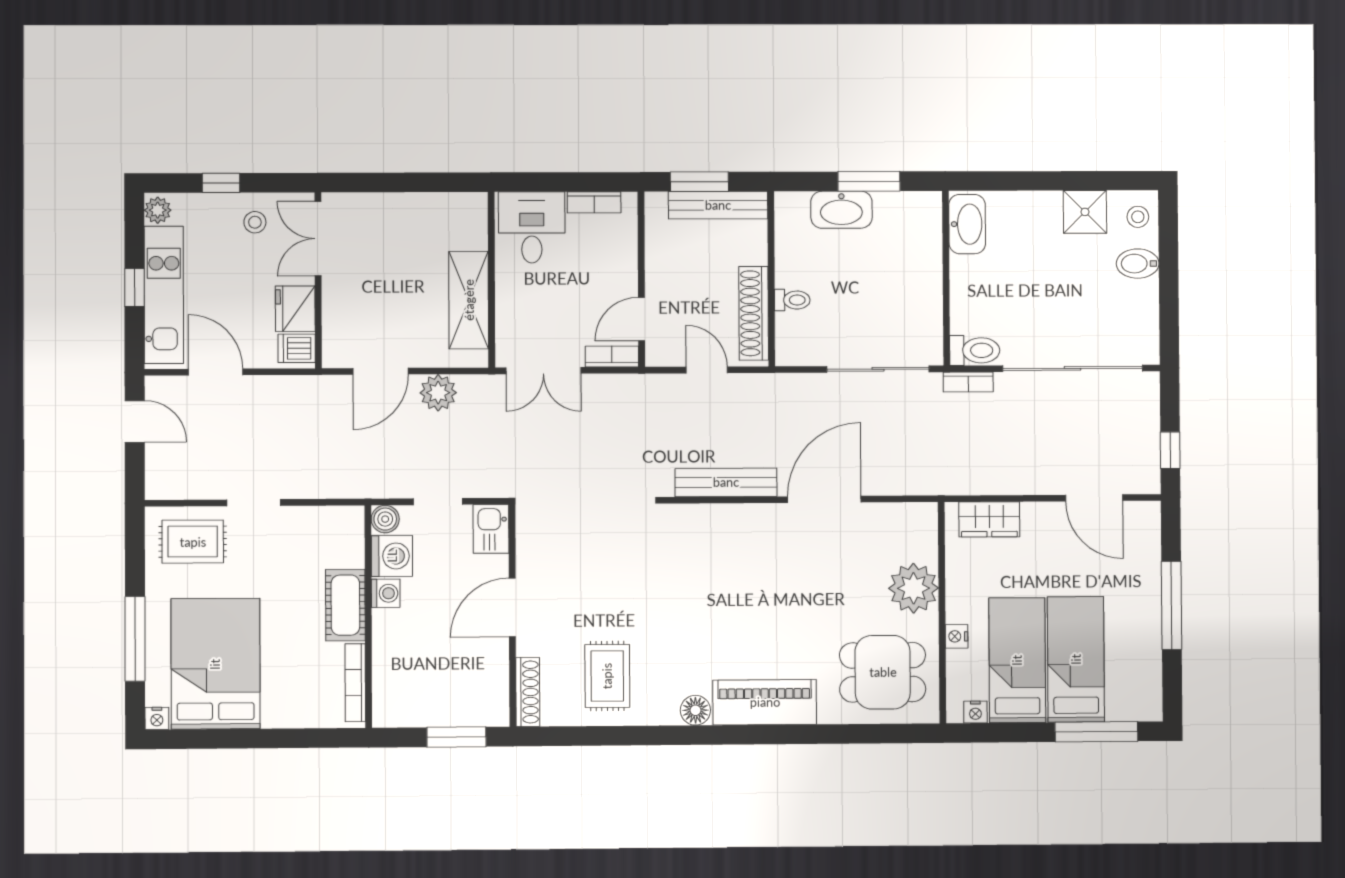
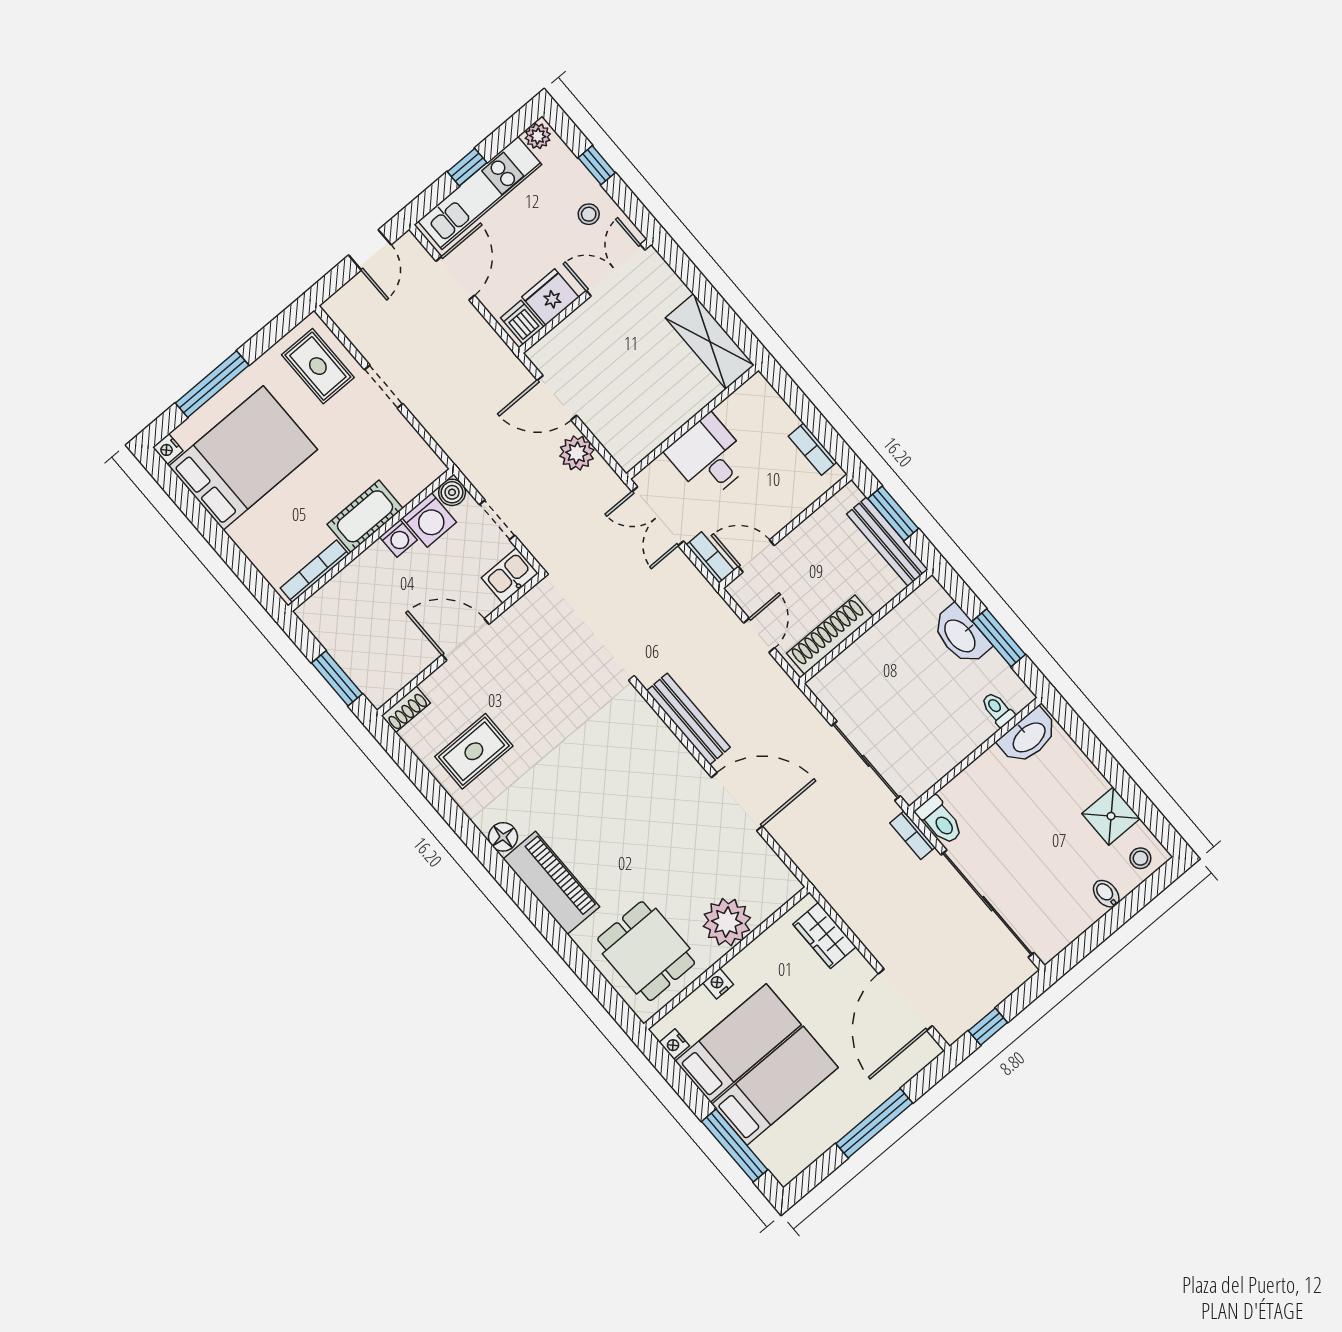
desk: (532, 227) -> (709, 457), moved, turned -90
bidet: (1138, 264) -> (1106, 894), width x0.72, depth x0.74
shelving: (469, 300) -> (710, 342), moved, turned 90
toilet: (792, 300) -> (998, 709), moved, turned 180
door: (1094, 498) -> (905, 1000), width x1.36
shoe rack: (528, 692) -> (406, 709), width x0.70

